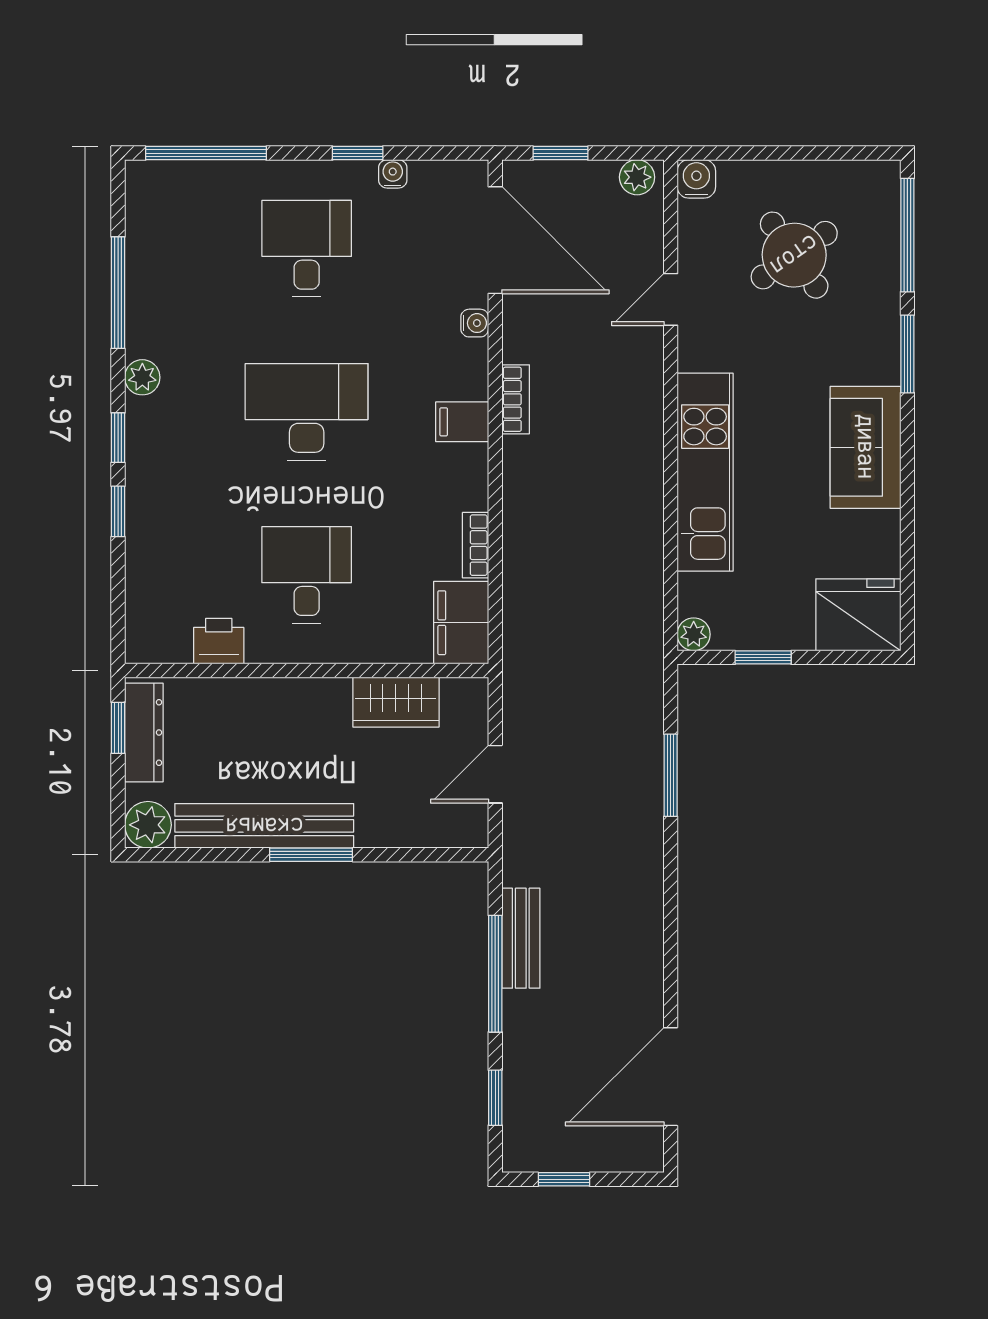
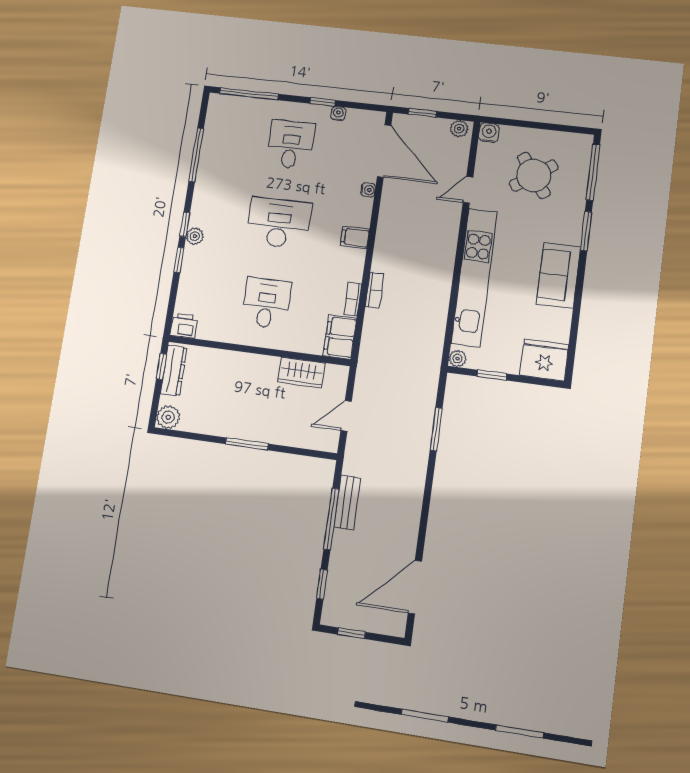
plant: (142, 377) -> (195, 236), moved
bookcase: (516, 399) -> (375, 290), moved
kitchen unit: (705, 472) -> (474, 277), width x1.36
printer: (219, 641) -> (184, 326), moved
bench: (264, 826) -> (226, 426), removed

